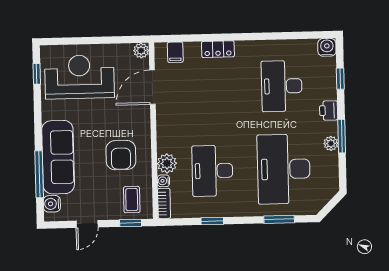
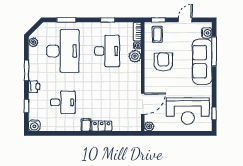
filing cabinet: (175, 52) -> (86, 125), moved
desk: (282, 86) -> (63, 102), width x0.73
plant: (331, 143) -> (33, 42), moved

